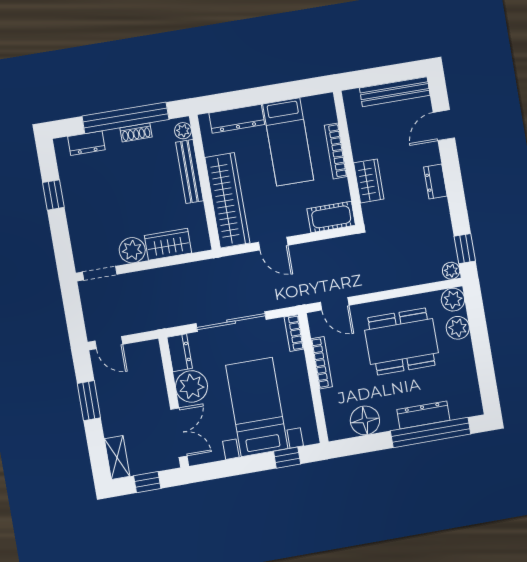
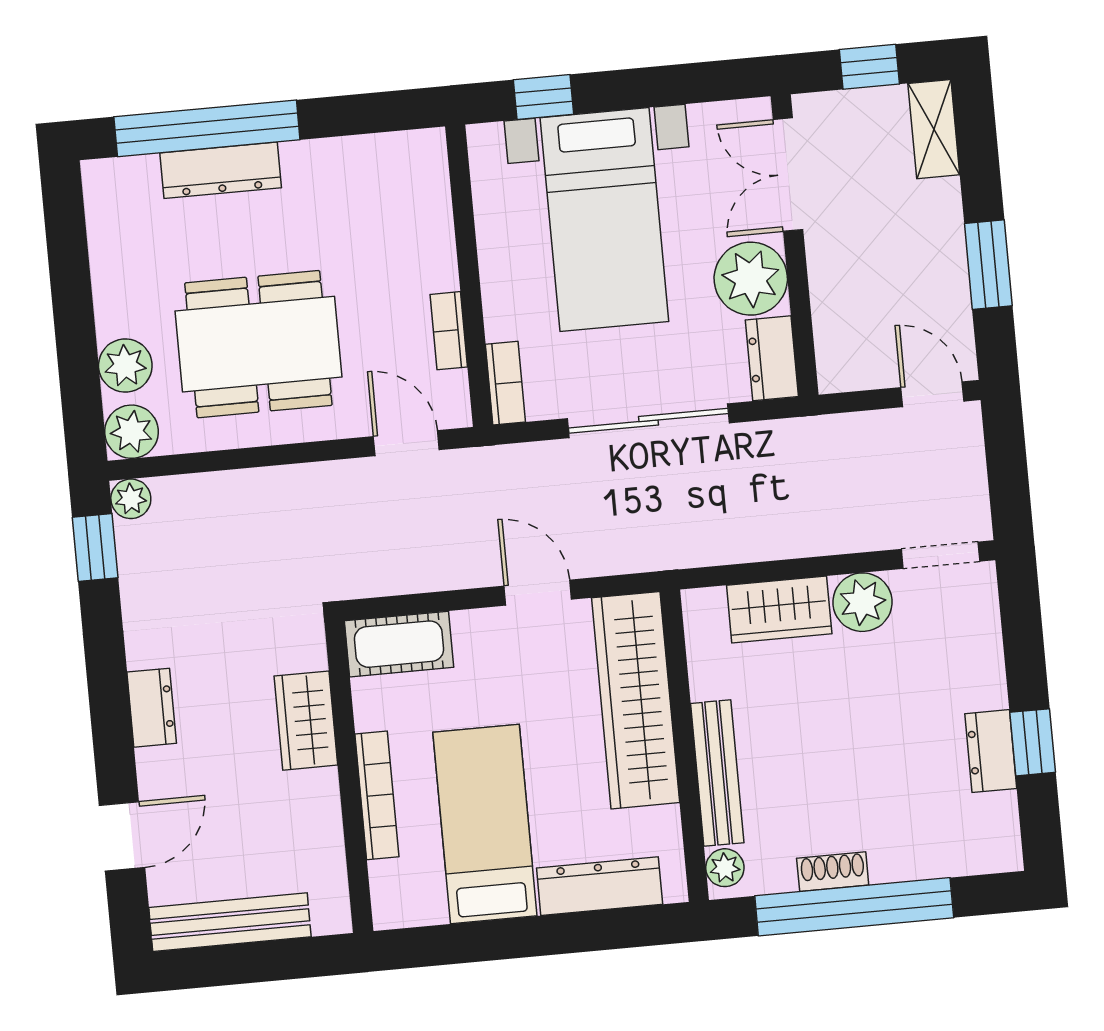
dresser: (86, 143) -> (991, 751), moved, turned -90
bookcase: (322, 363) -> (449, 331), width x0.64
floor lamp: (365, 420) -> (357, 168), removed

